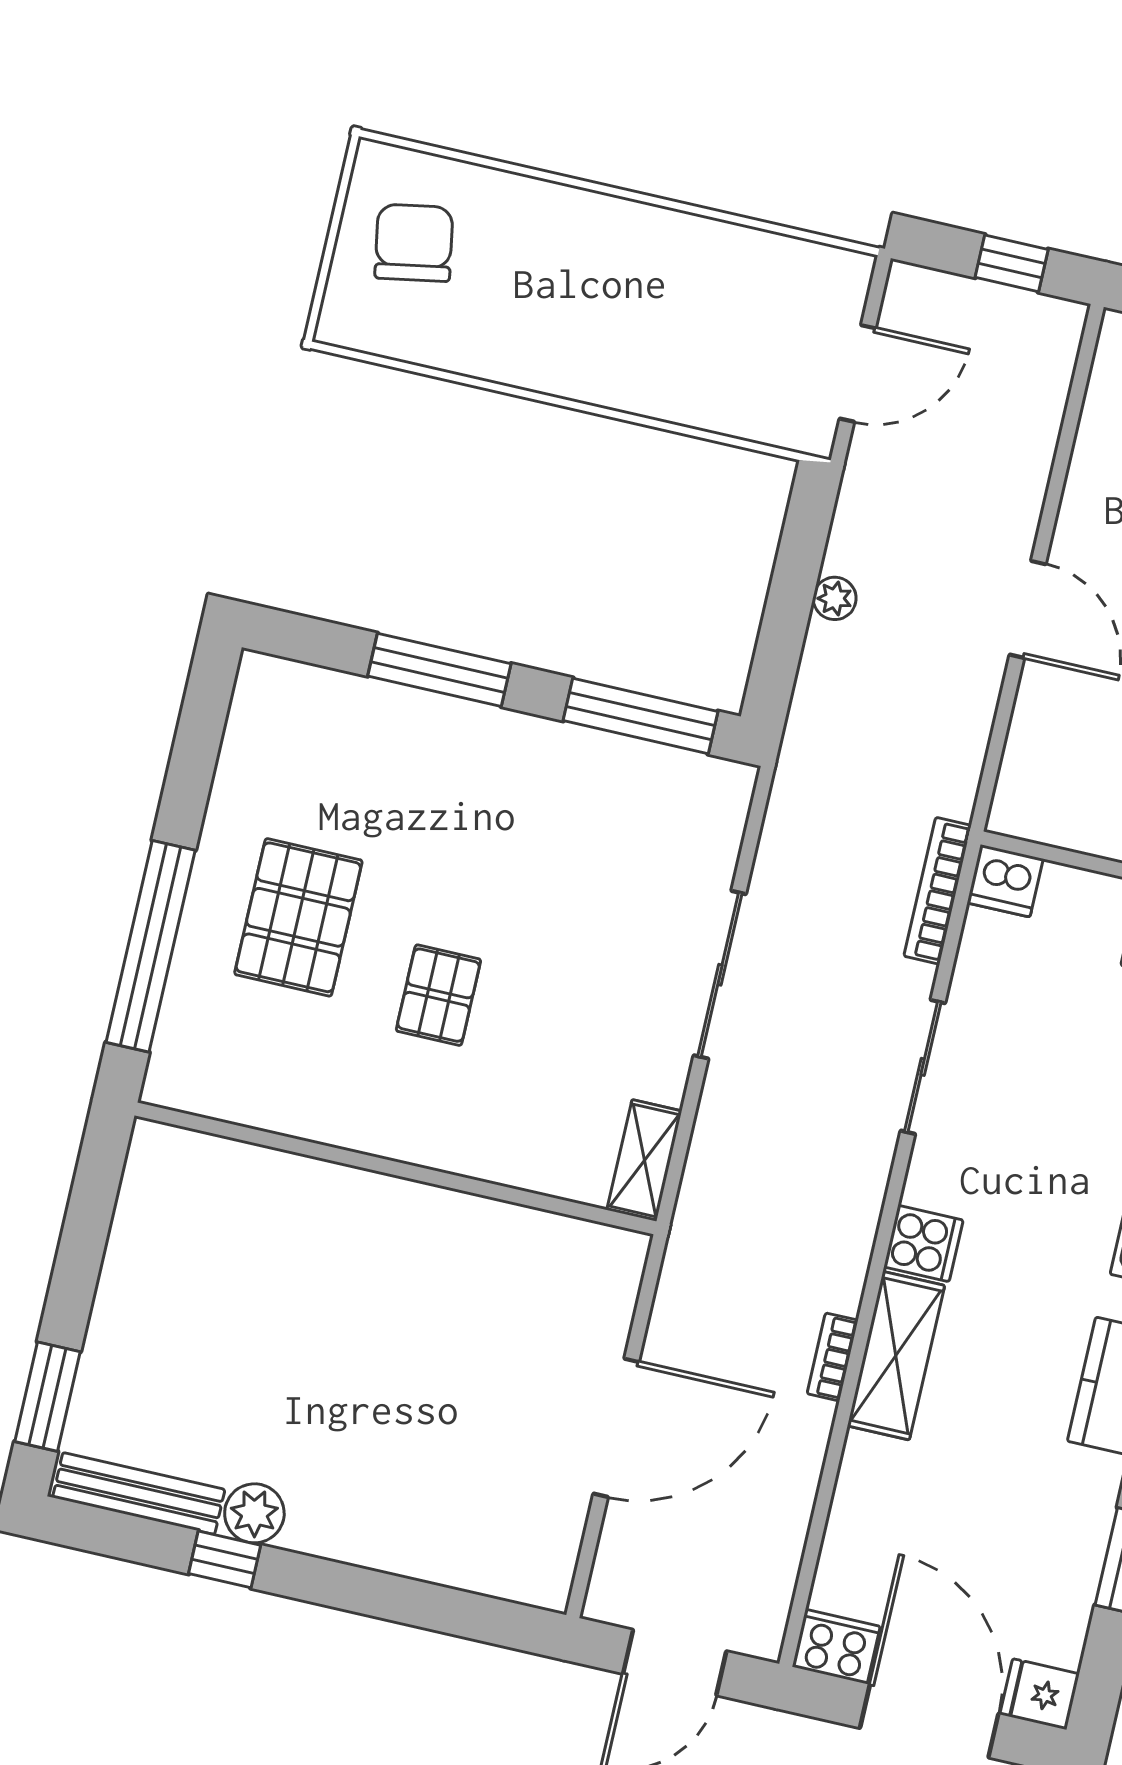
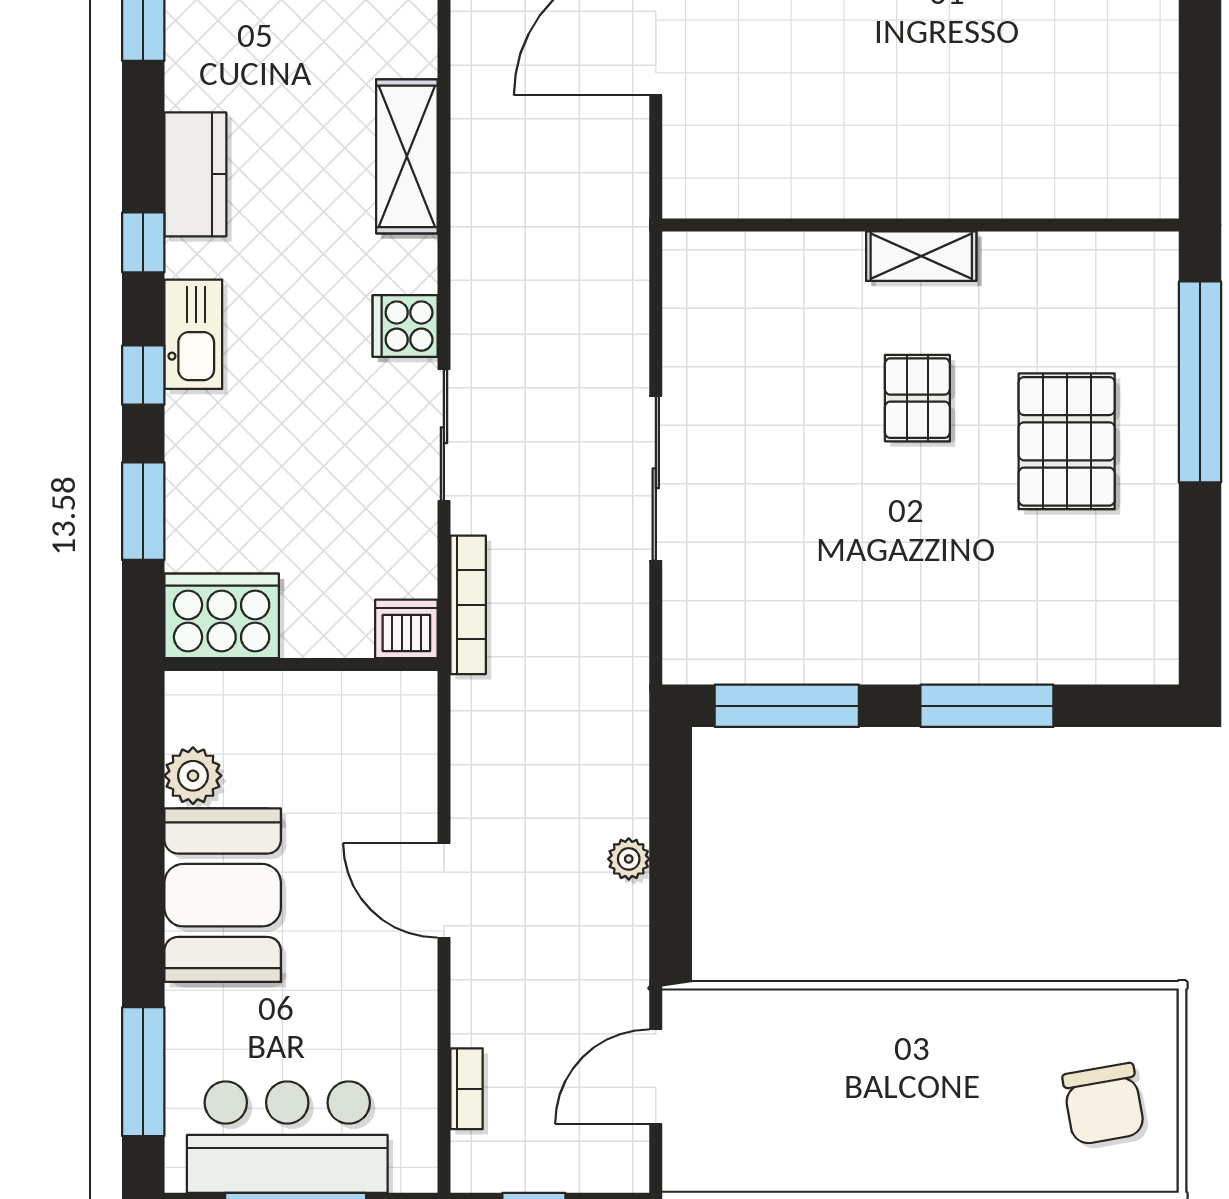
shelving: (644, 1160) -> (921, 256), moved, turned 90
cooker: (923, 1243) -> (405, 326), moved
bookcase: (833, 1357) -> (466, 1089), moved

